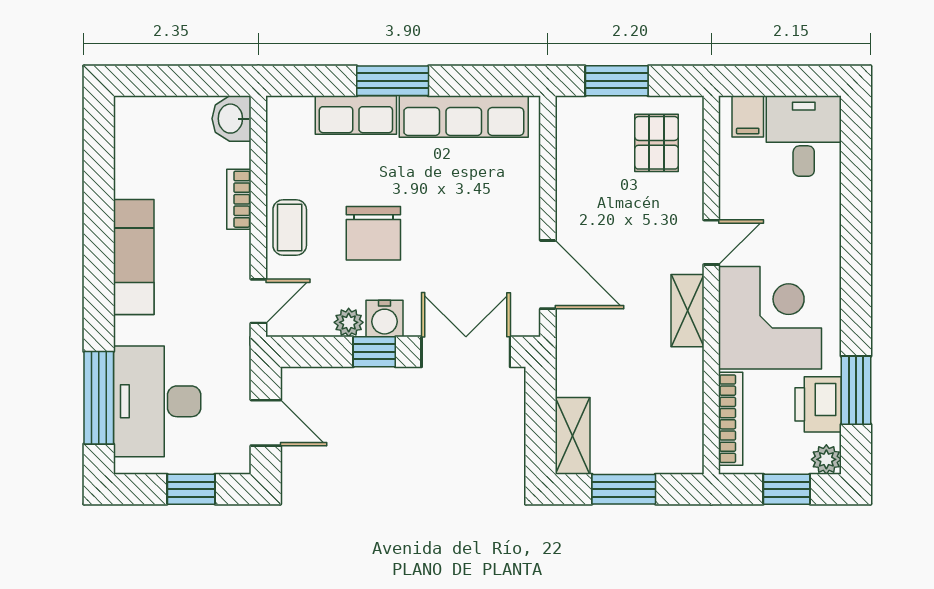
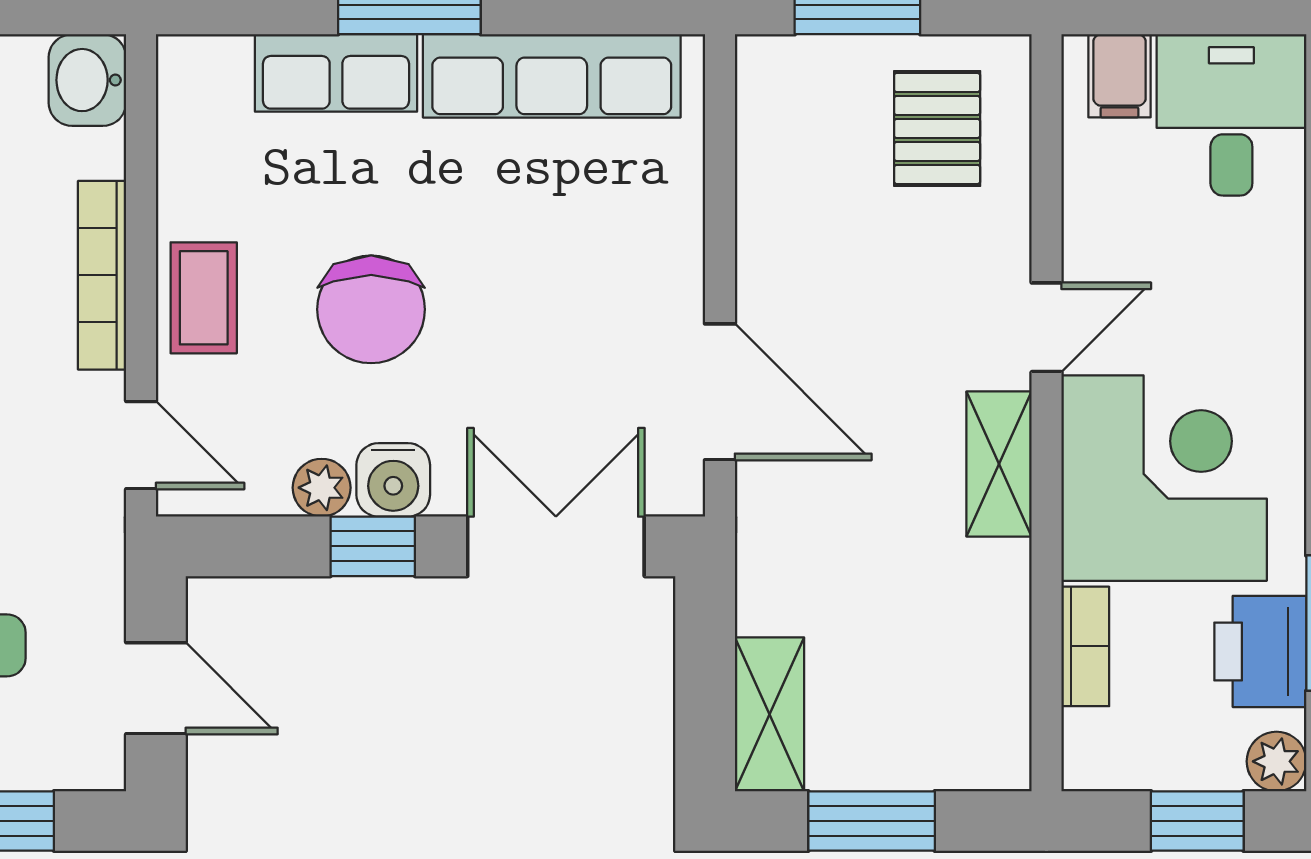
bookcase: (239, 199) -> (102, 275), width x1.56
door: (258, 301) -> (141, 445), hinge flipped
bookcase: (731, 419) -> (1085, 646), width x0.64

